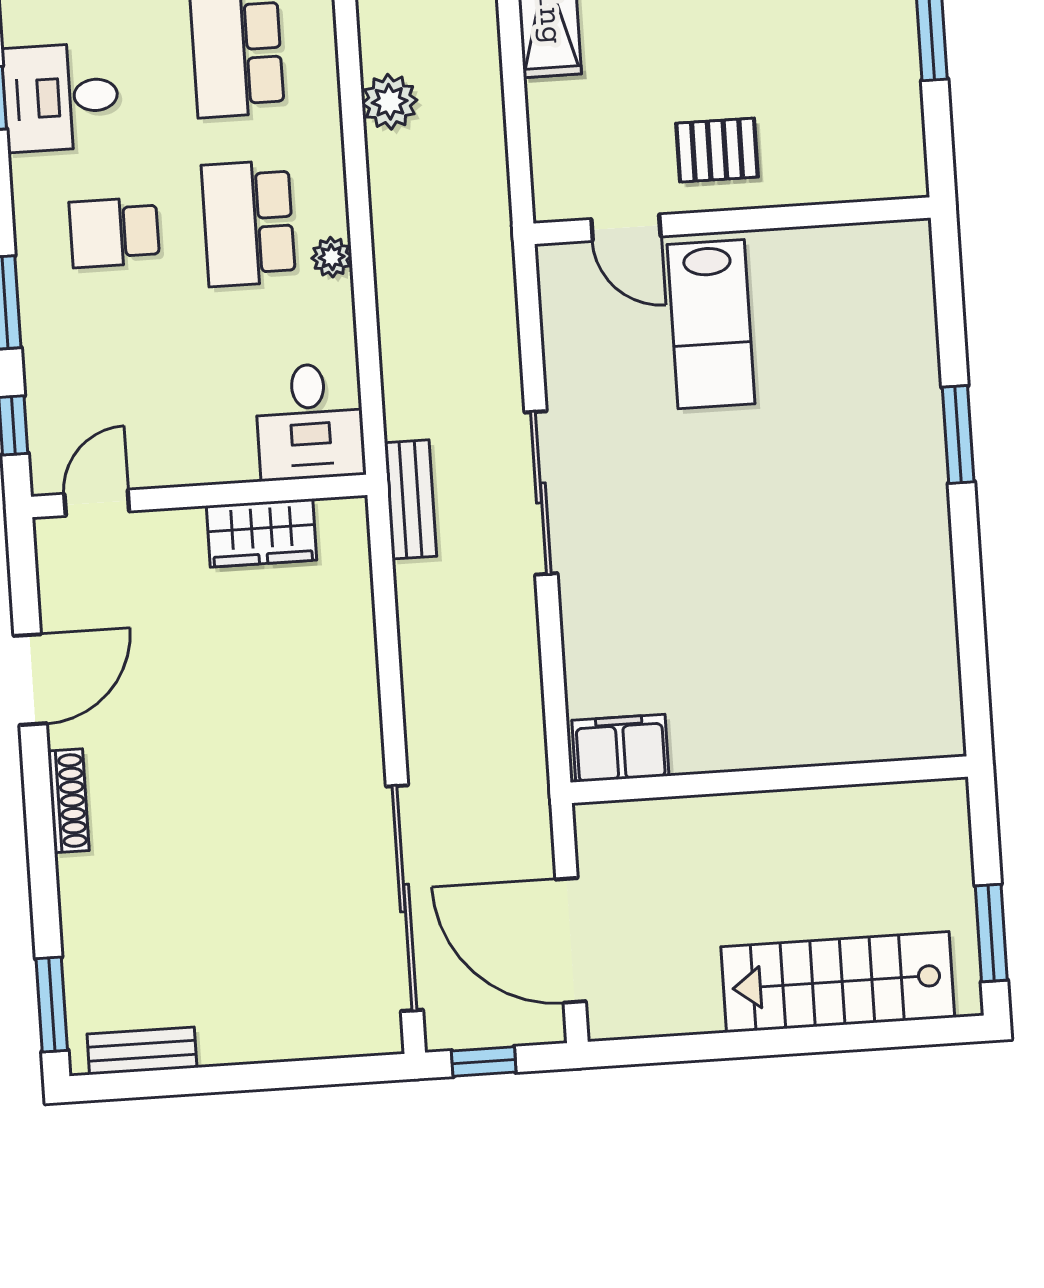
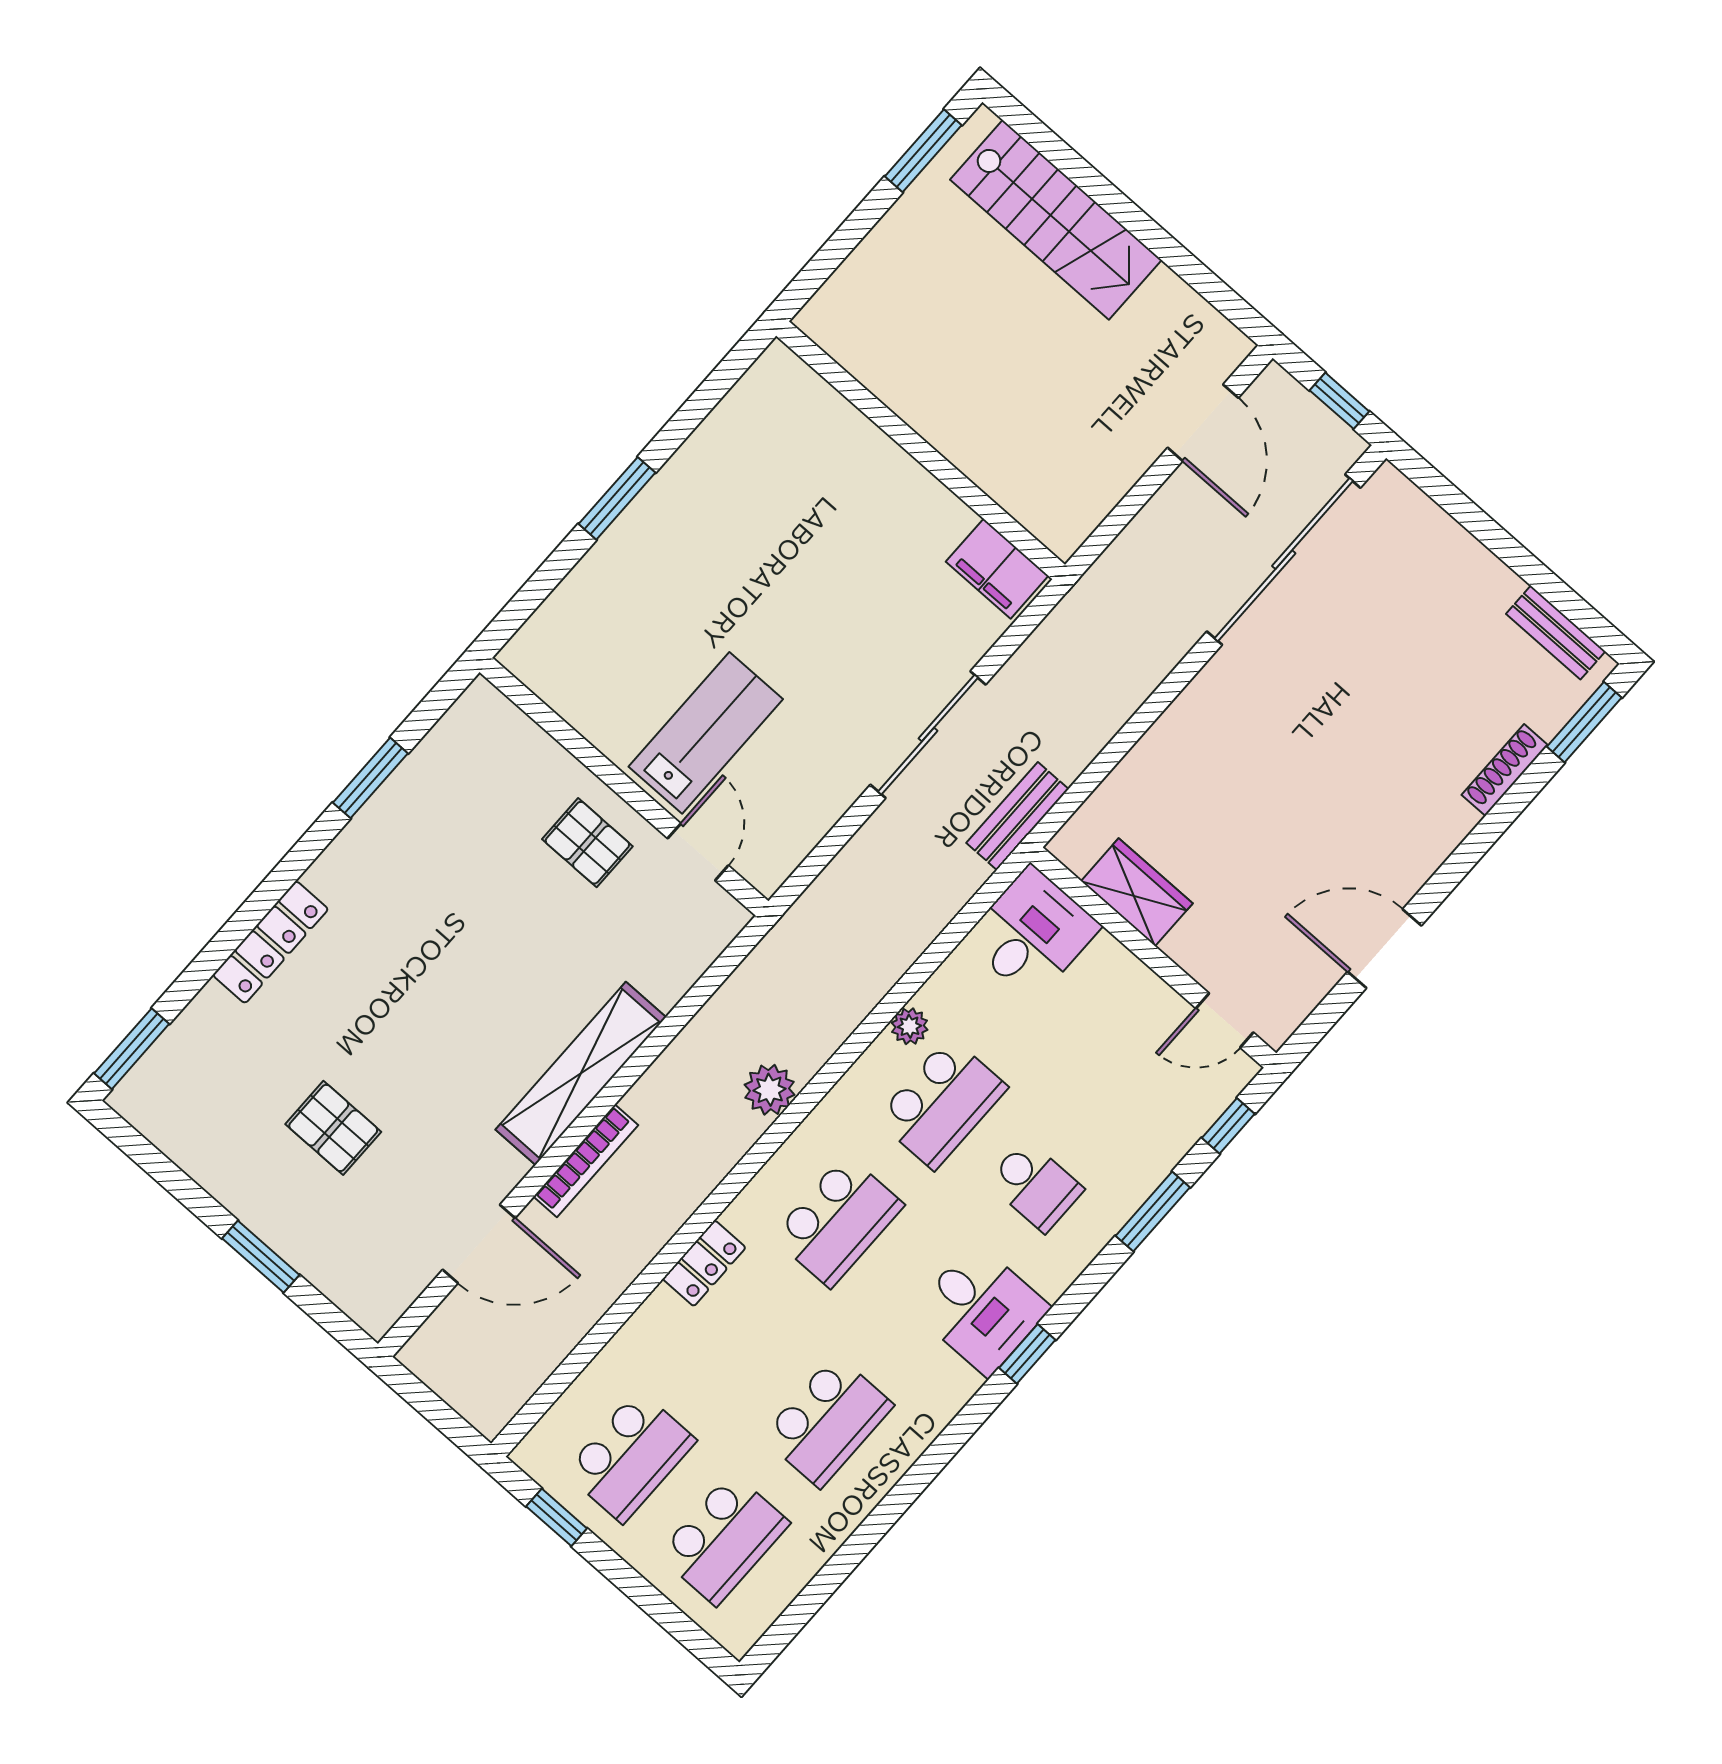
filing cabinet: (620, 748) -> (997, 569), moved
wall: (769, 780) -> (921, 450), moved
shoe rack: (68, 801) -> (1505, 770), moved
door: (571, 940) -> (1203, 423), width x0.73

